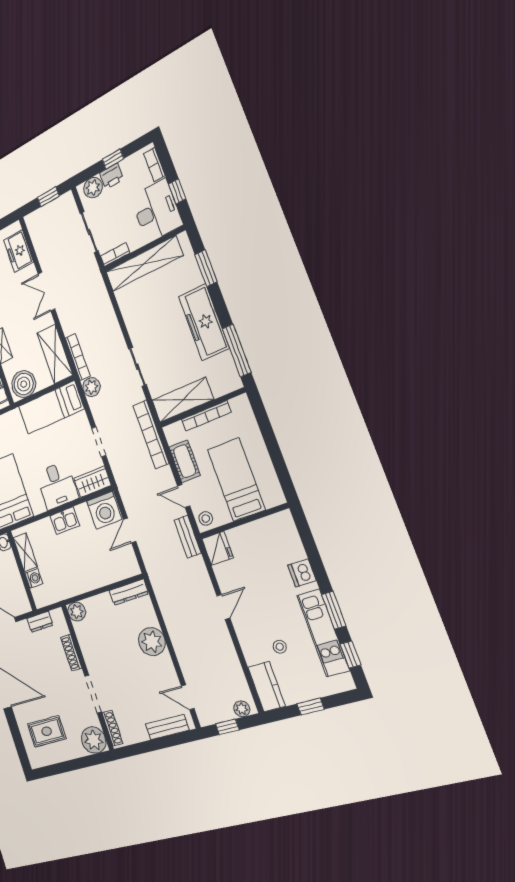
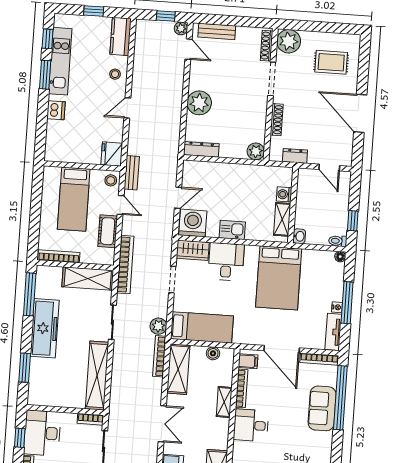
shelving: (144, 264) -> (97, 376), moved, turned 90
boiler: (24, 384) -> (213, 353), width x0.54, depth x0.54
bookcase: (206, 416) -> (59, 256), moved
stool: (280, 647) -> (115, 74), moved
plant: (242, 709) -> (181, 28), moved

